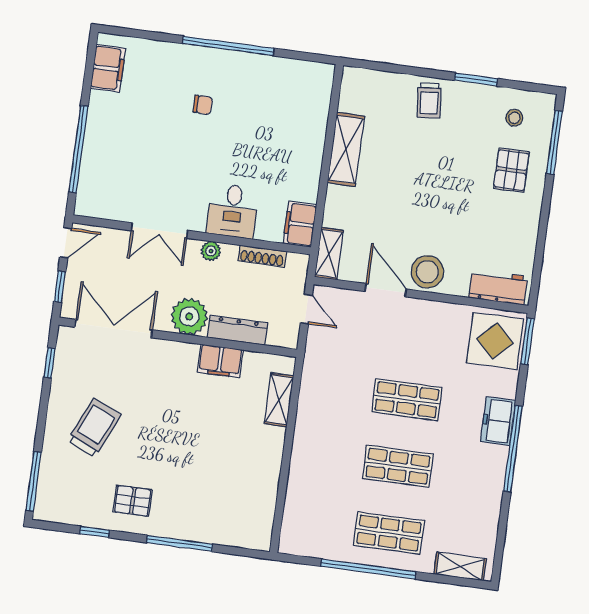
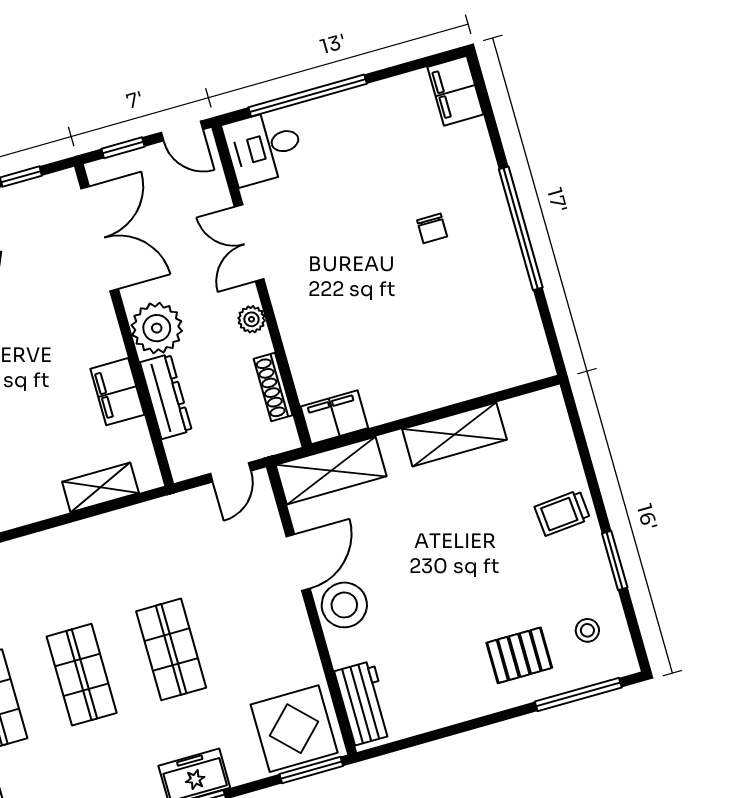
filing cabinet: (108, 68) -> (455, 91), moved, turned 90
desk: (233, 211) -> (264, 147), moved
shelving: (329, 254) -> (331, 471), width x1.50, depth x1.33

